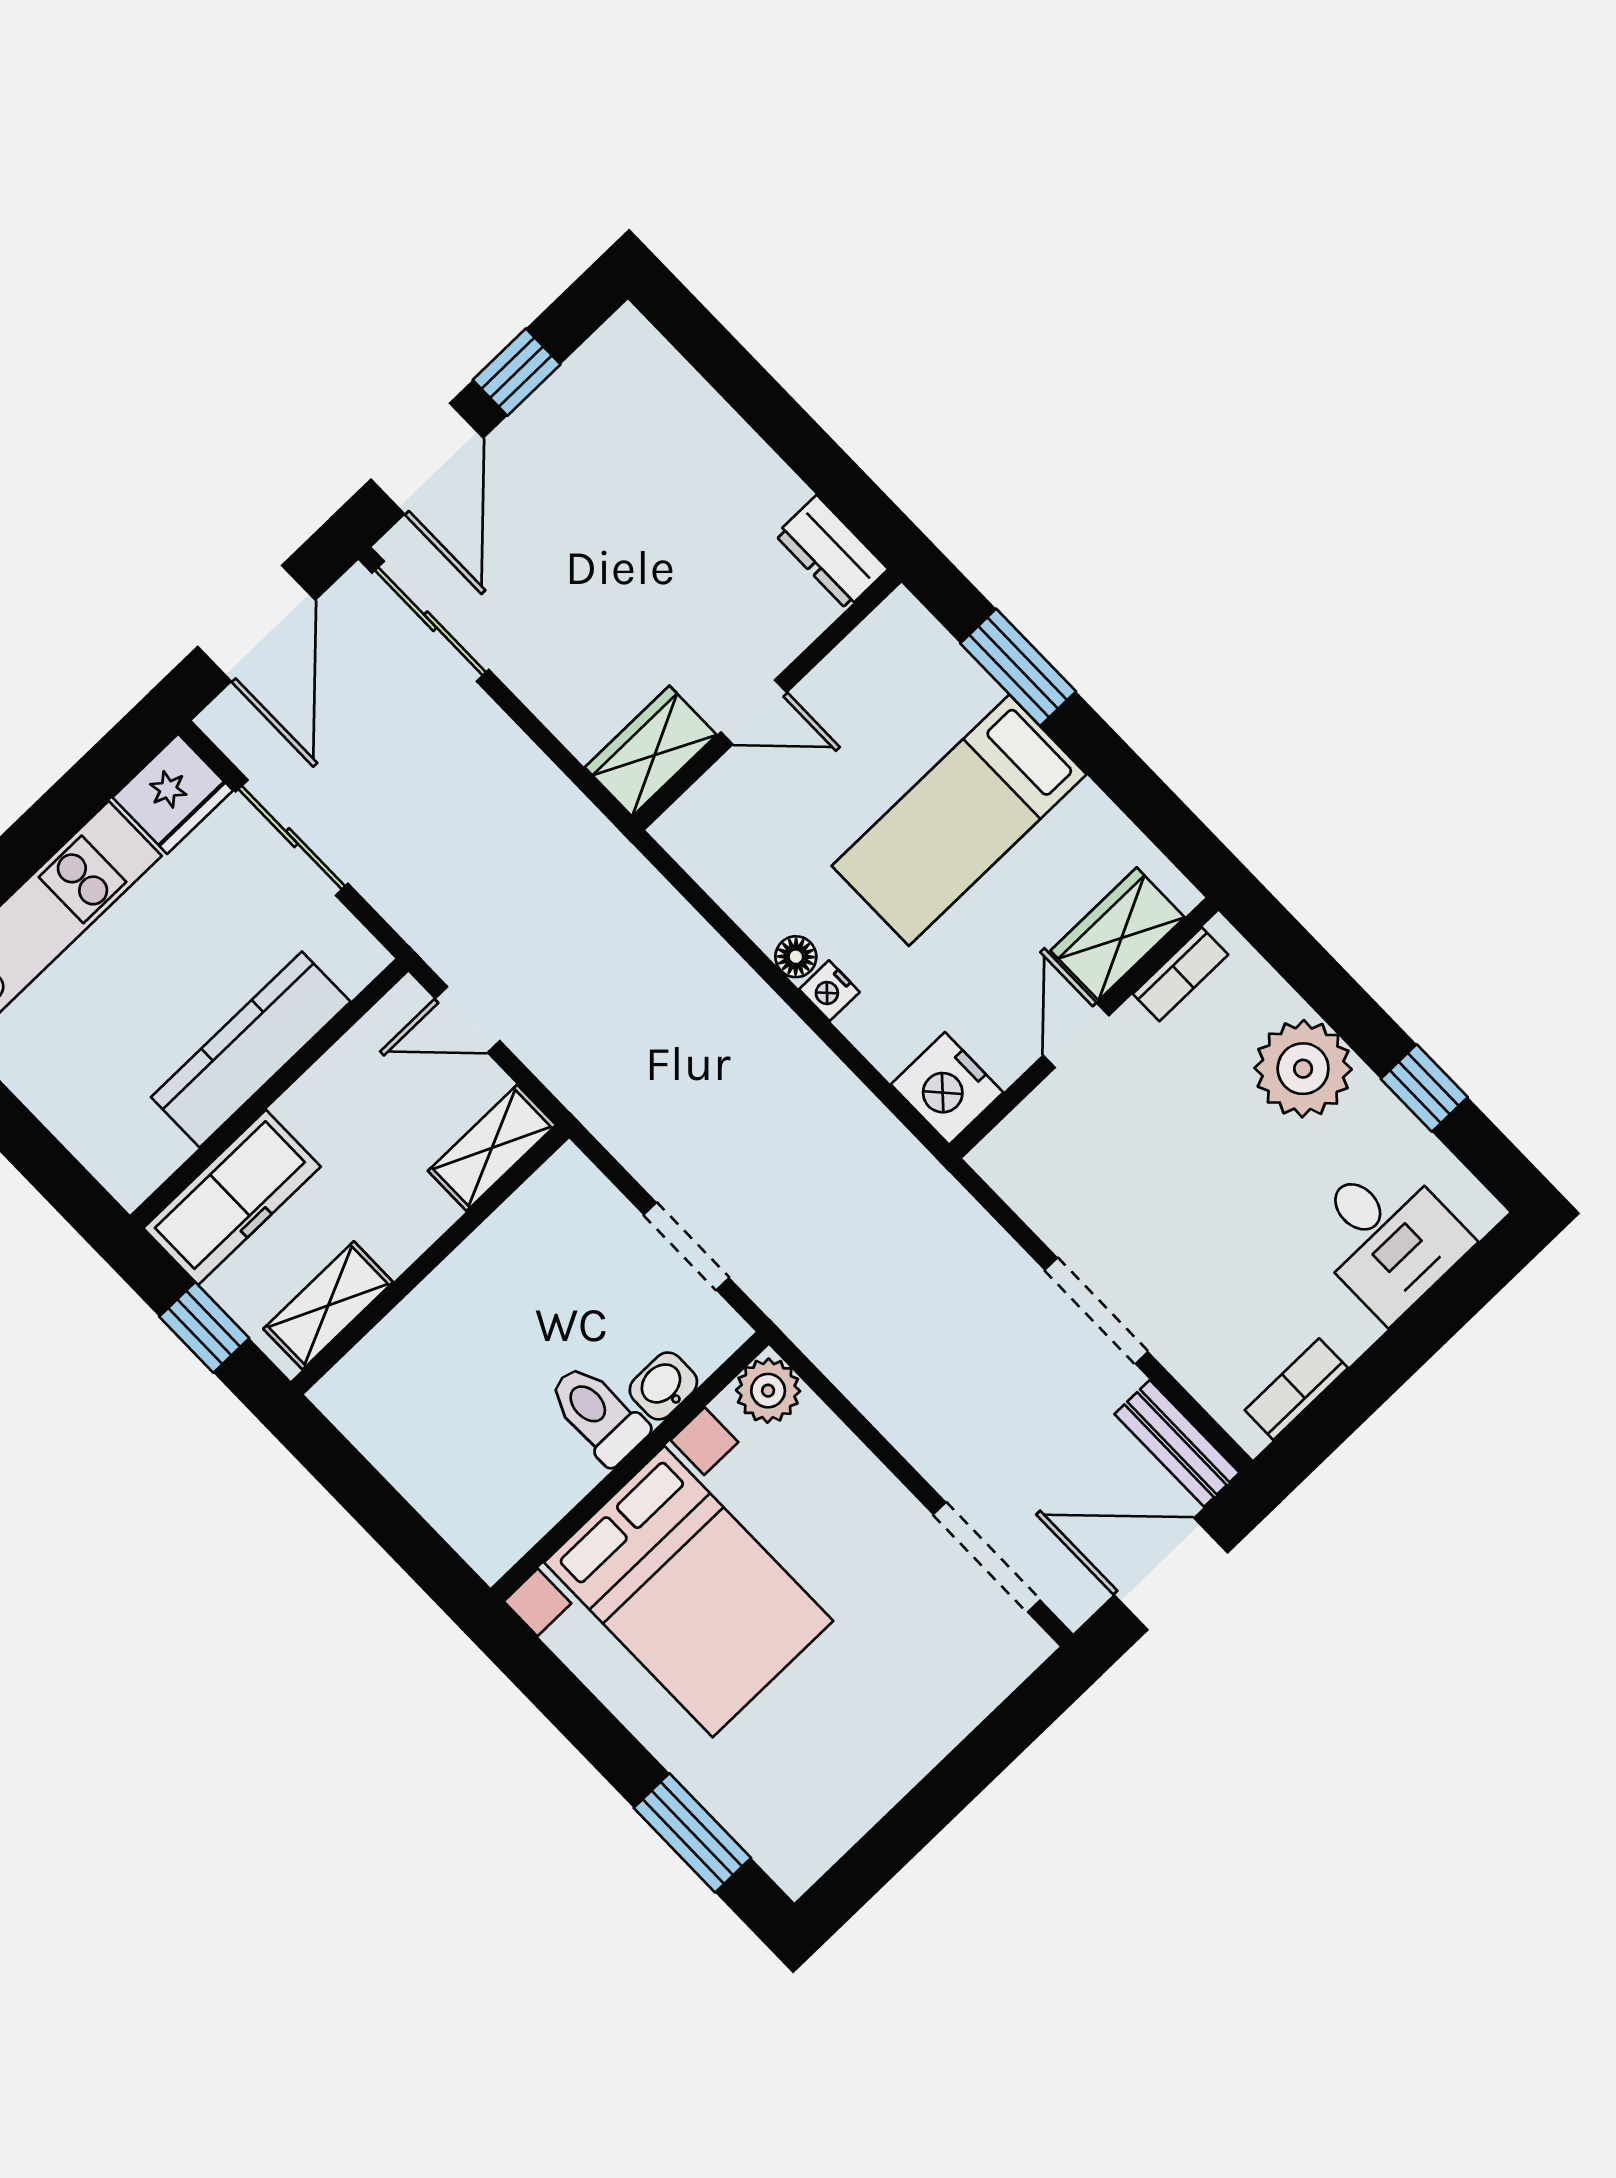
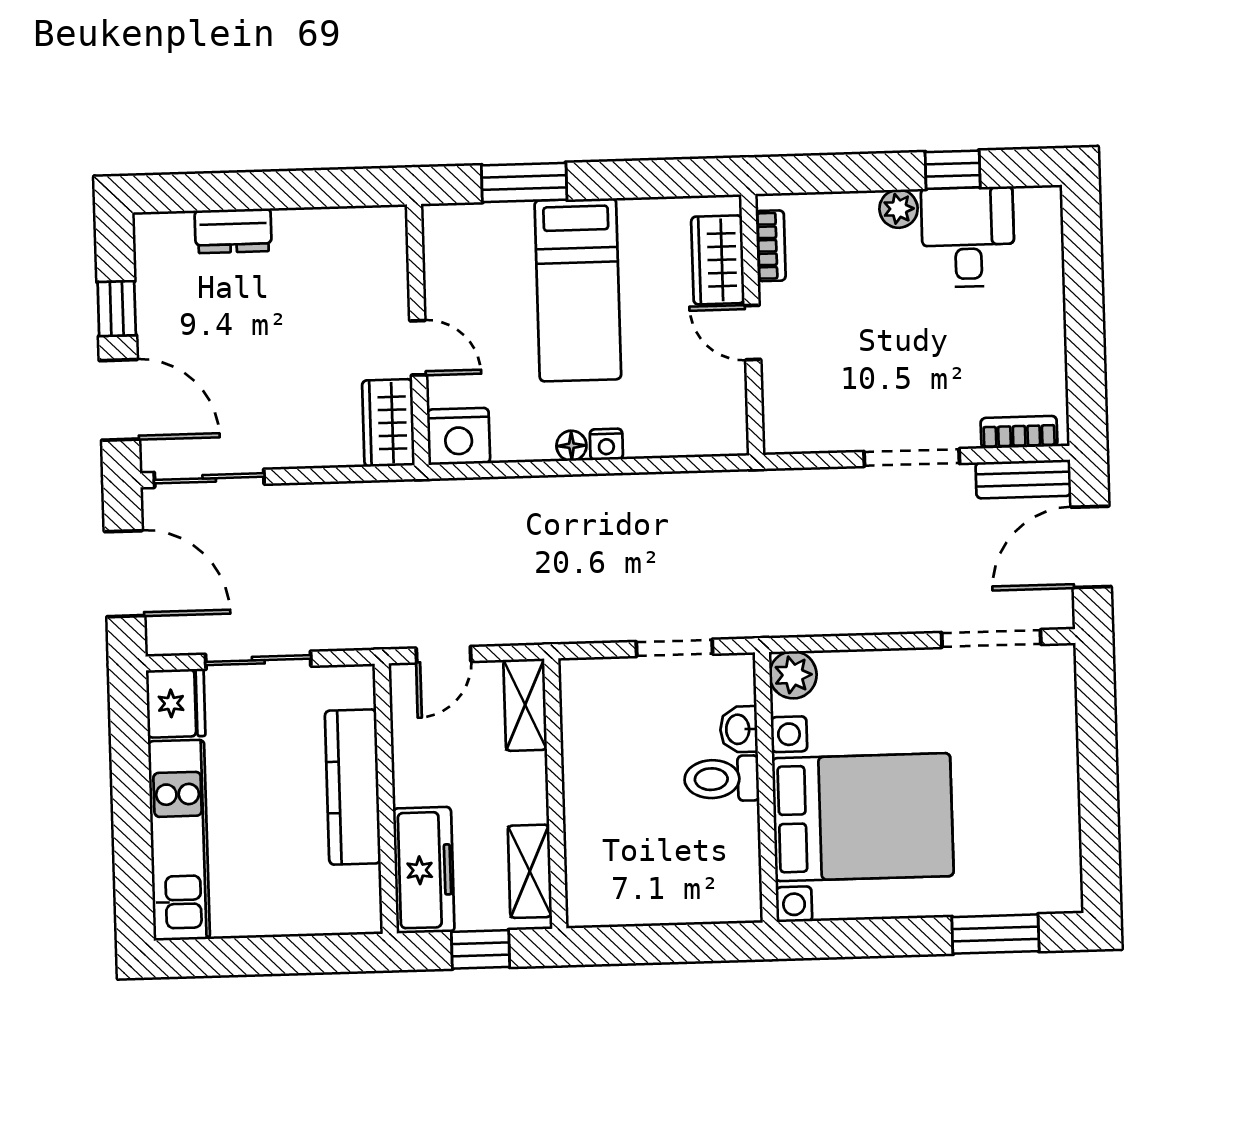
dresser: (832, 552) -> (233, 231), moved
door: (754, 712) -> (418, 348), hinge flipped
plant: (1303, 1069) -> (899, 209), width x0.53, depth x0.53
nightstand: (947, 1088) -> (458, 436), moved
desk: (1387, 1237) -> (968, 237), moved, turned -90
bookcase: (1296, 1389) -> (1019, 432), moved, turned 90

